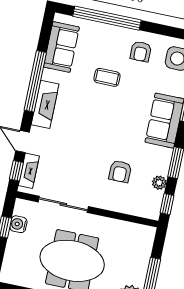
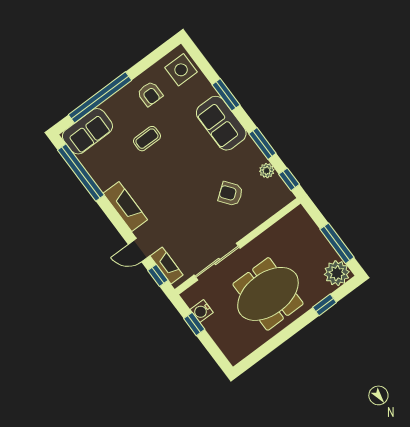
sofa: (61, 47) -> (87, 131), moved, turned 90
window: (35, 81) -> (81, 173), moved
armchair: (120, 171) -> (231, 194), turned 143

